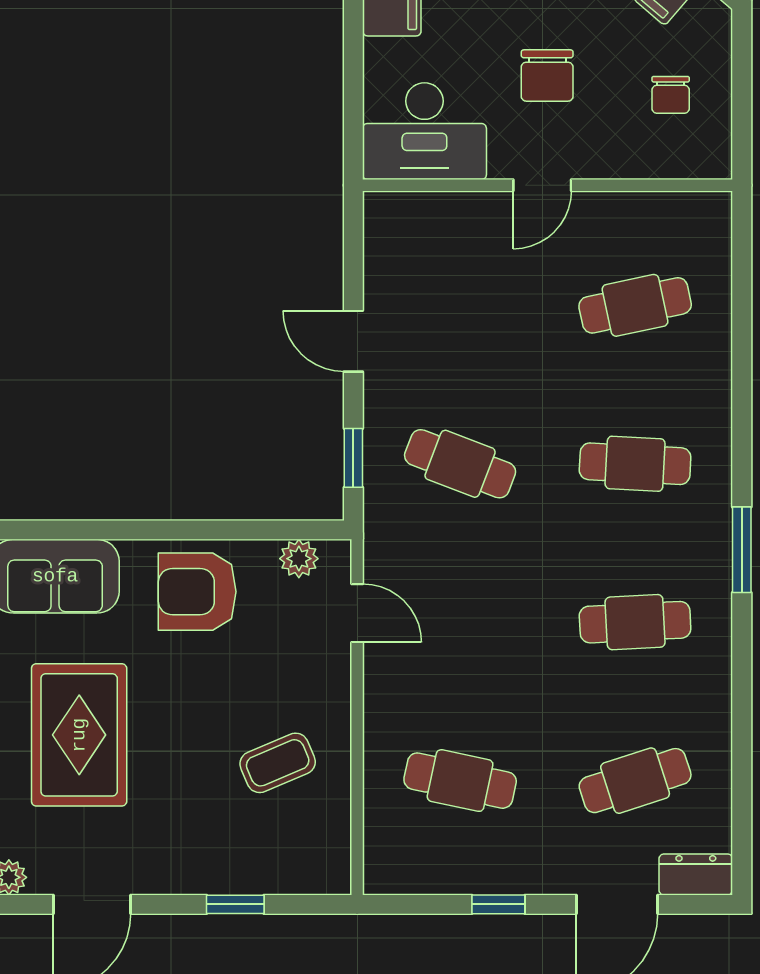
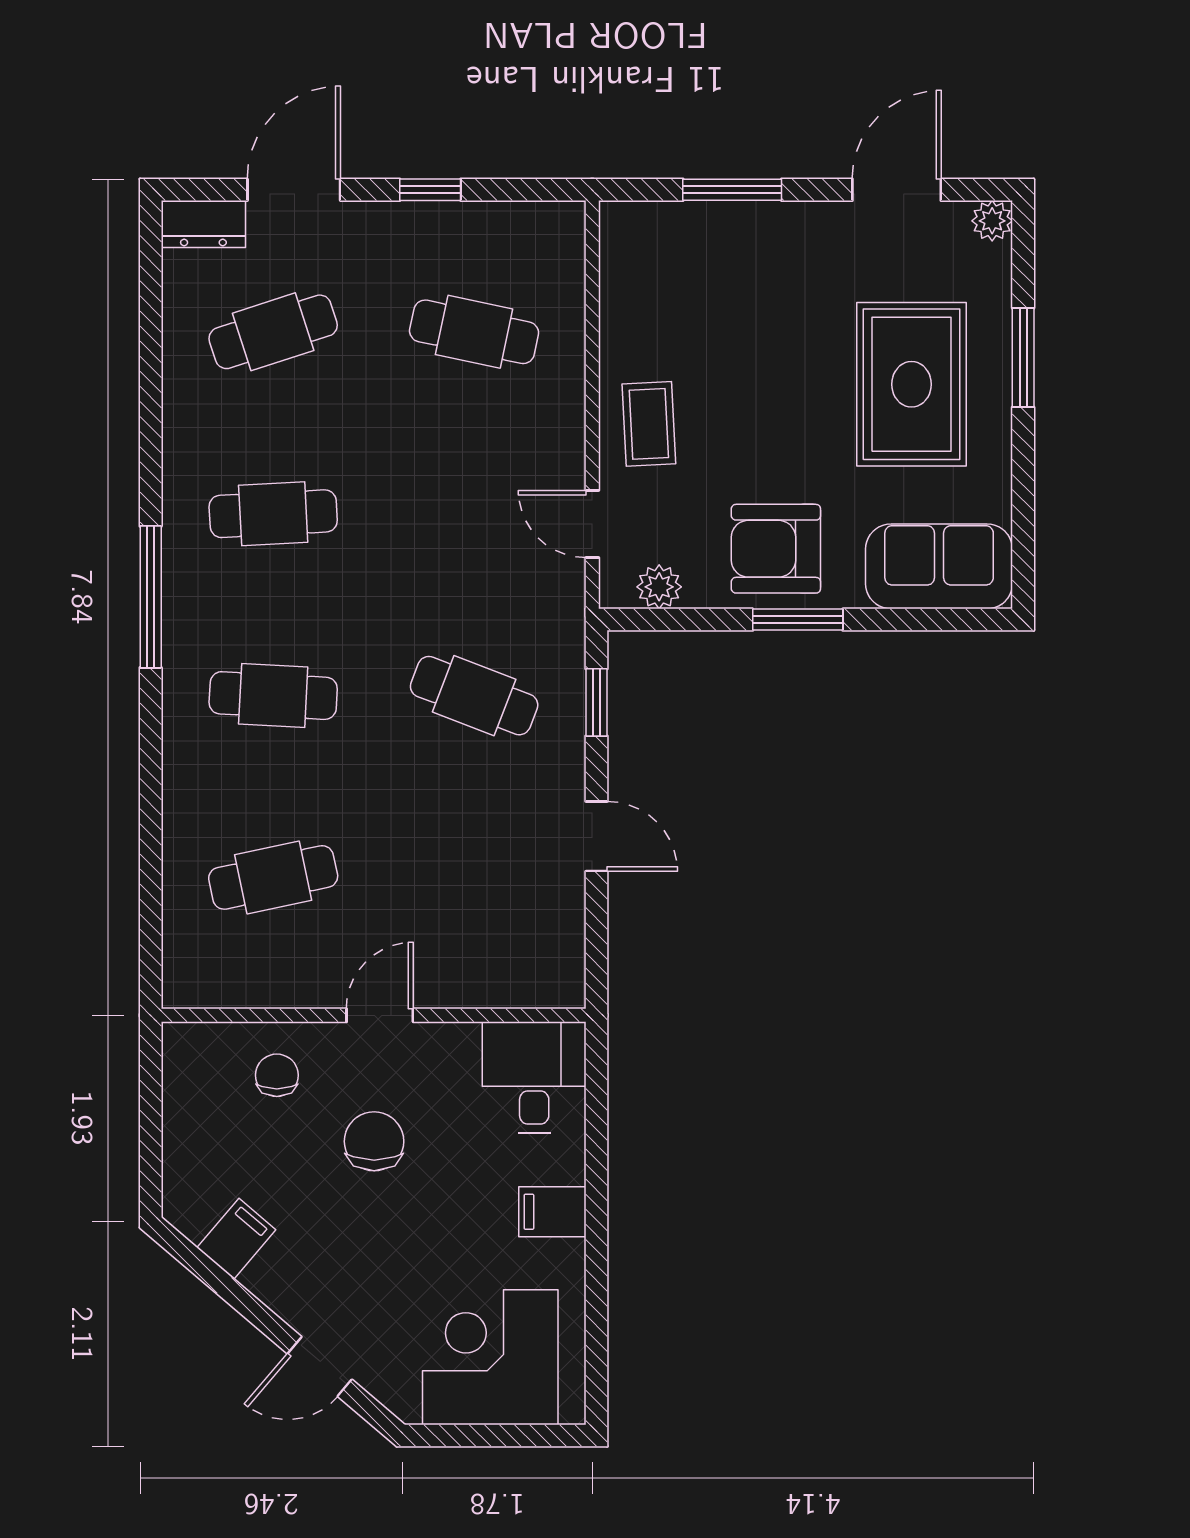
chair: (671, 95) -> (277, 1075), moved
desk: (424, 131) -> (534, 1077), width x0.73
window: (178, 530) -> (798, 620), added
window: (742, 550) -> (151, 597), width x1.44
armchair: (197, 592) -> (776, 549), turned 180
coffee table: (278, 763) -> (649, 424), moved, turned -70
window: (235, 904) -> (732, 190), width x1.50

